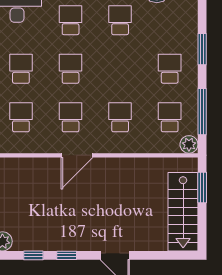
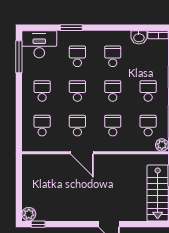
school desk: (120, 69) -> (113, 91), added
door: (77, 155) -> (82, 153), hinge flipped
window: (33, 255) -> (38, 224), moved
window: (67, 255) -> (75, 224), removed

